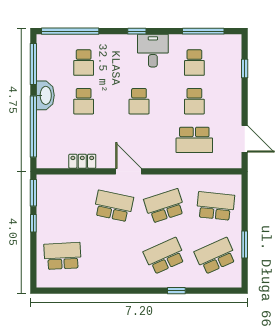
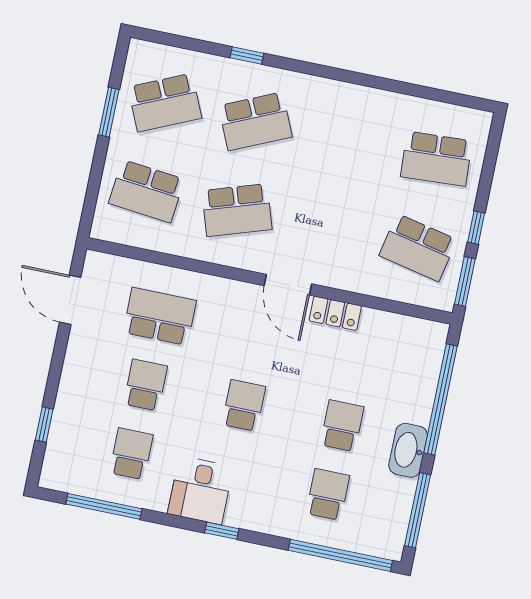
locker: (82, 161) -> (335, 313), moved
school desk: (114, 206) -> (418, 248), moved

